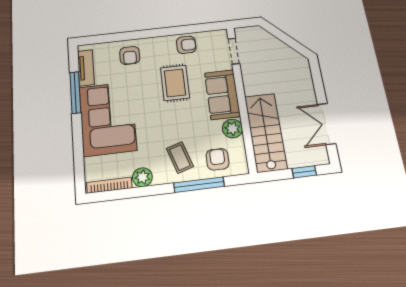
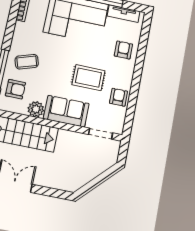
armchair: (186, 45) -> (118, 97), turned 180
armchair: (130, 55) -> (123, 50), turned 90
plant: (142, 177) -> (21, 30), removed

